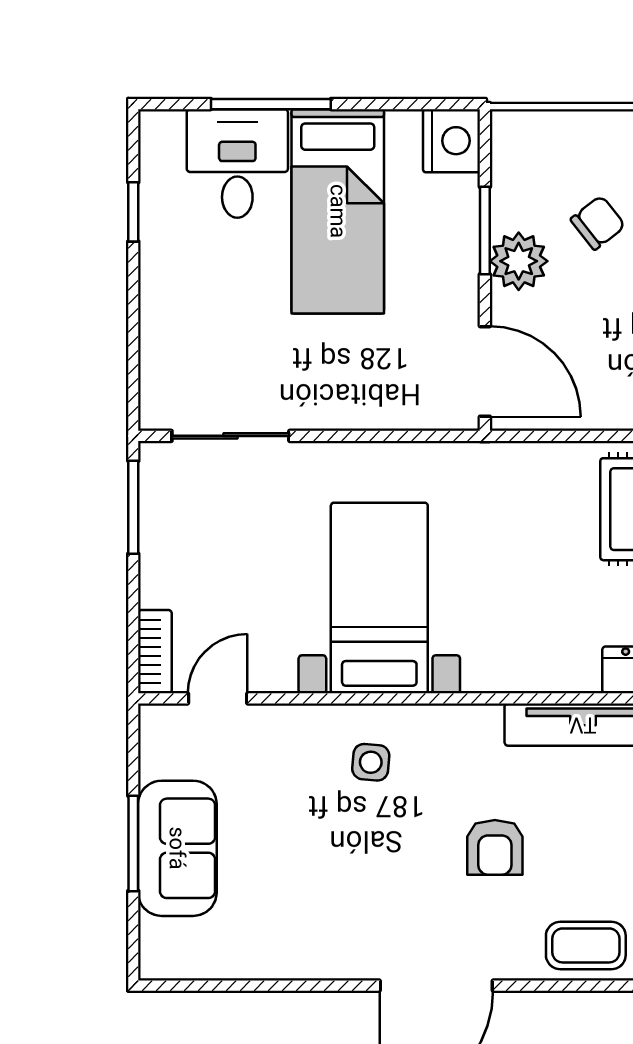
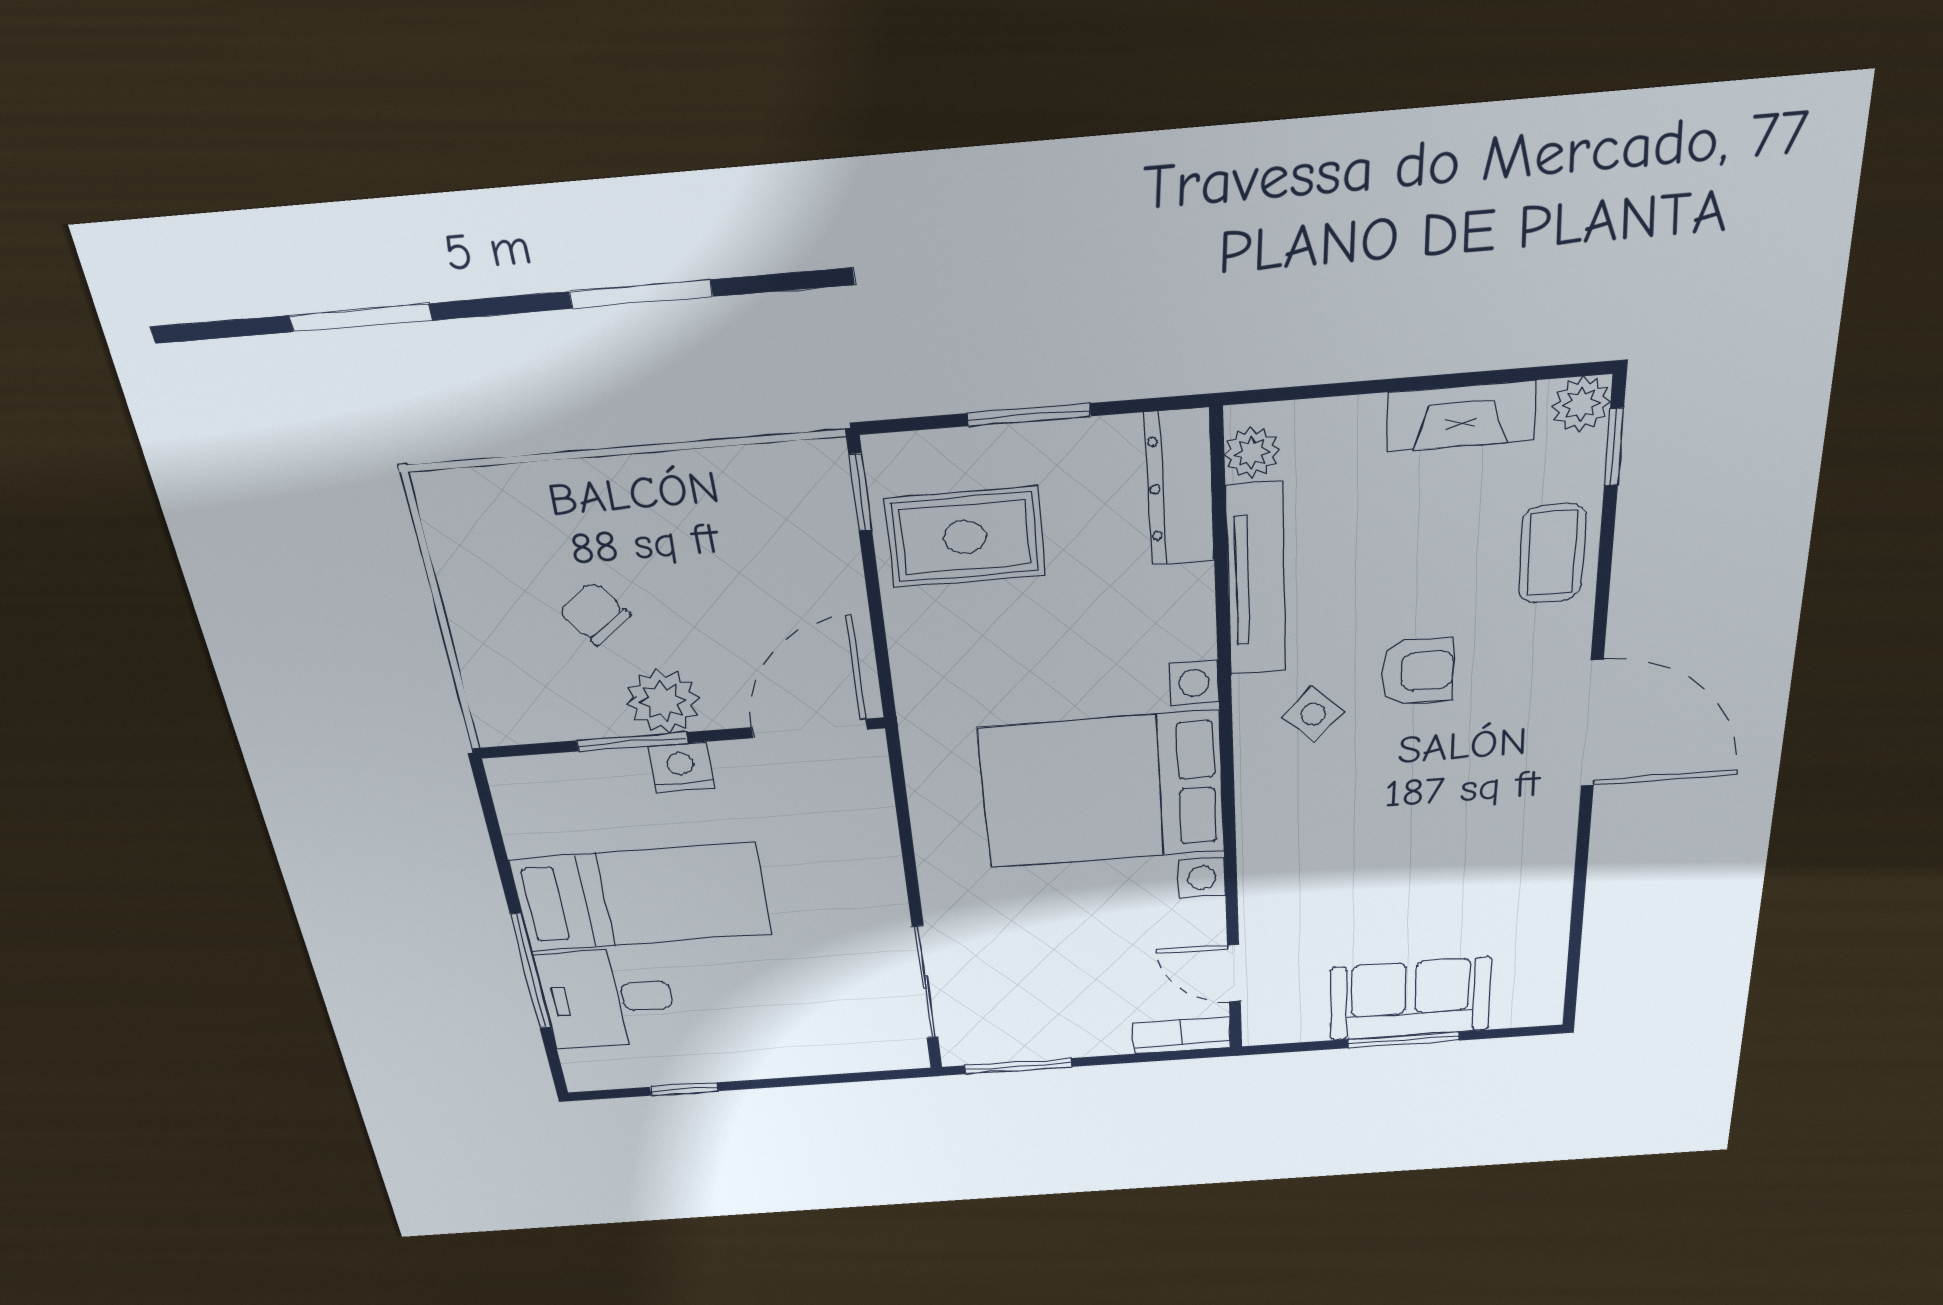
nightstand: (451, 141) -> (681, 767), moved, width x0.74, depth x0.75
bed with nightstands: (379, 598) -> (1103, 790), width x1.36
side table: (371, 762) -> (1313, 714), moved, turned 38

